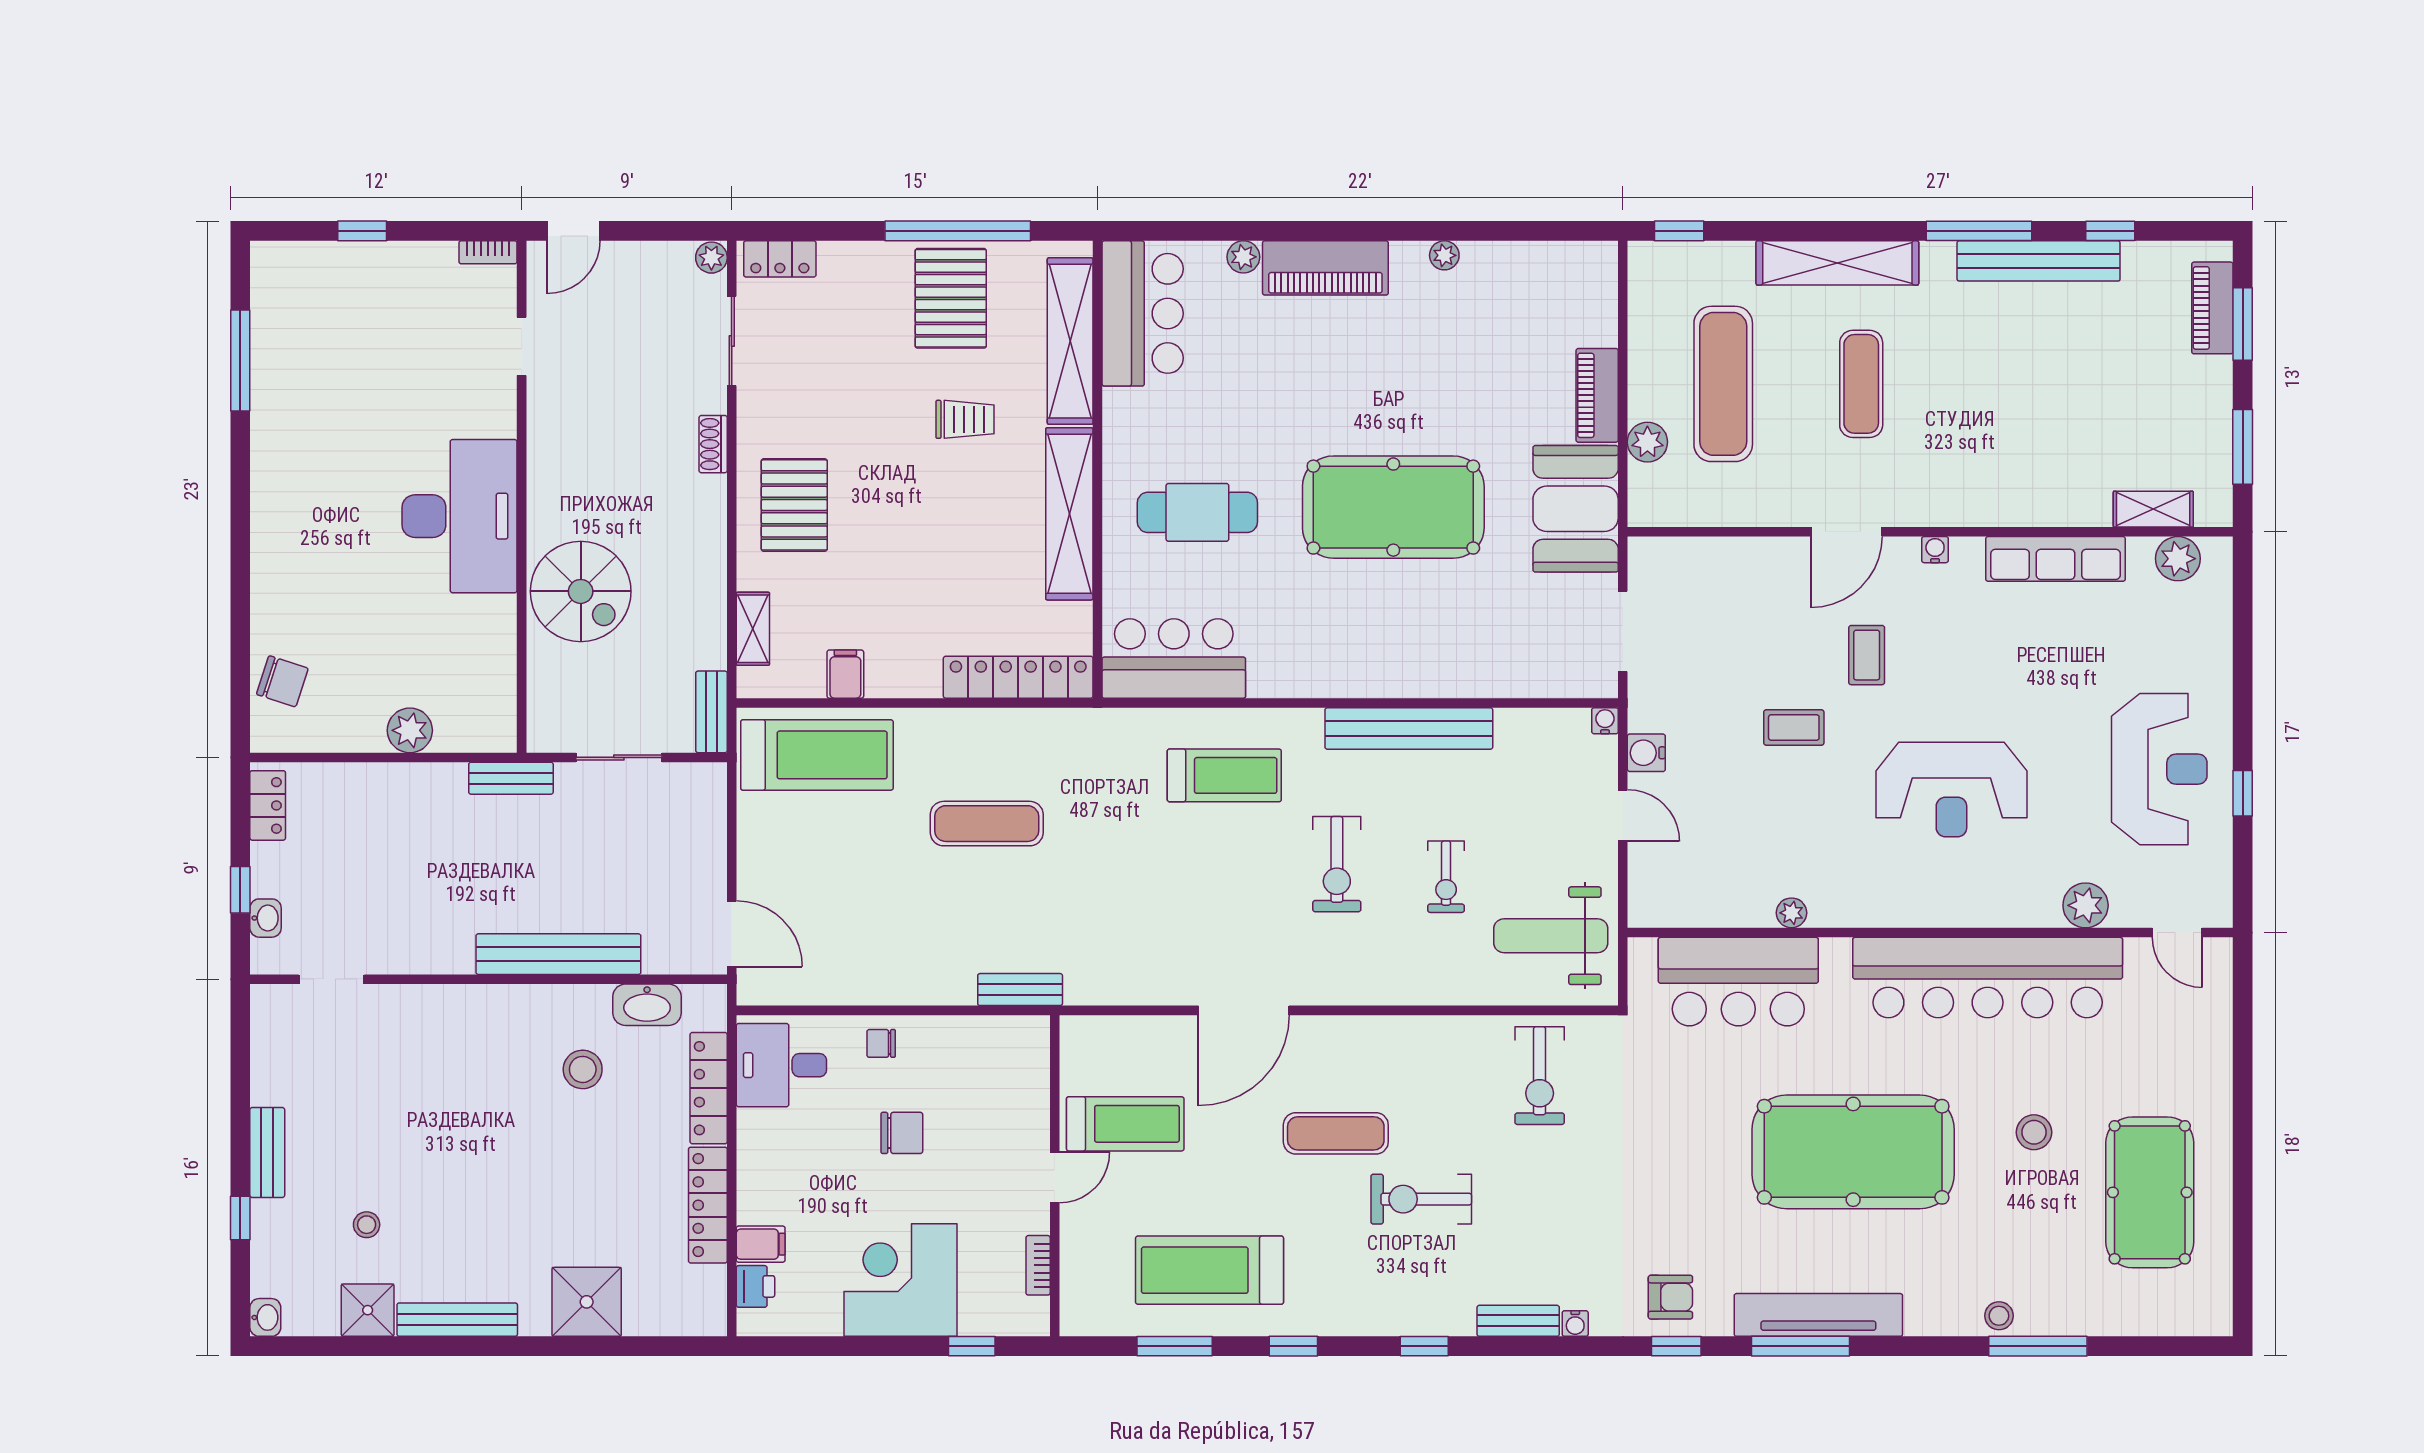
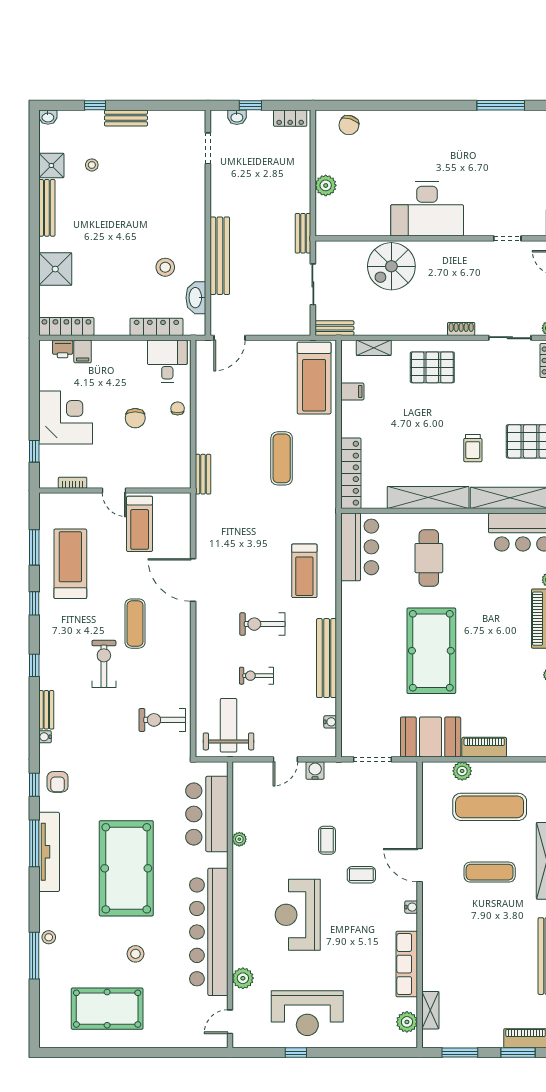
water cooler: (1605, 721) -> (330, 722), moved
locker: (708, 1205) -> (66, 326), moved

